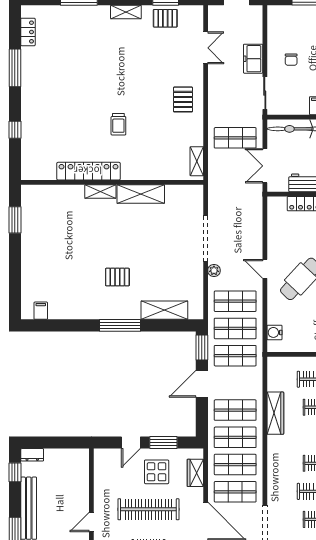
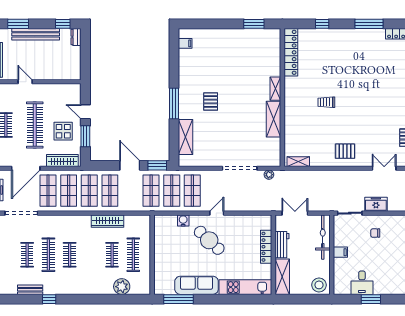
double door: (206, 48) -> (384, 168), swing flipped
shop shelf: (235, 138) -> (316, 191), removed
locker: (88, 171) -> (291, 52), moved
plant: (214, 270) -> (269, 175), moved
water cooler: (275, 332) -> (183, 220), moved
wardrobe: (195, 473) -> (62, 160), width x1.50

